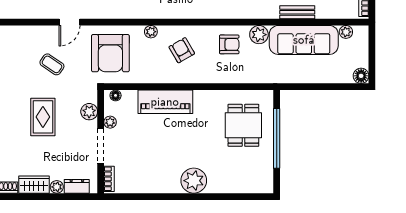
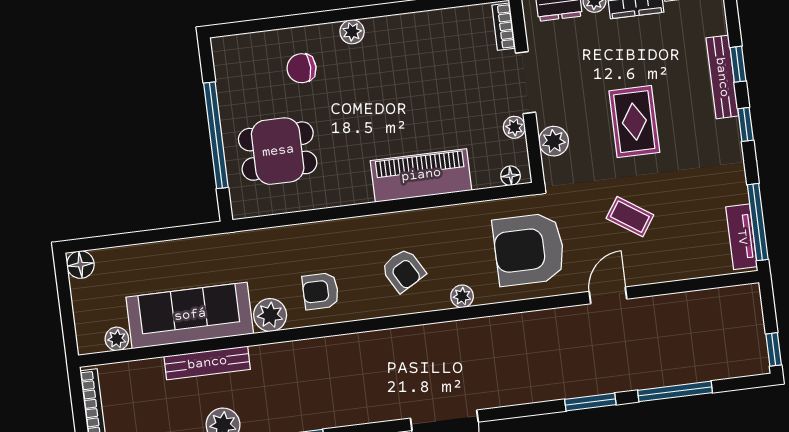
bench: (297, 12) -> (207, 363), width x1.36
armchair: (110, 53) -> (529, 249), turned -90
dining table: (243, 125) -> (278, 151), turned 90
chair: (224, 170) -> (301, 68), added
plant: (194, 181) -> (352, 32), width x0.53, depth x0.53

